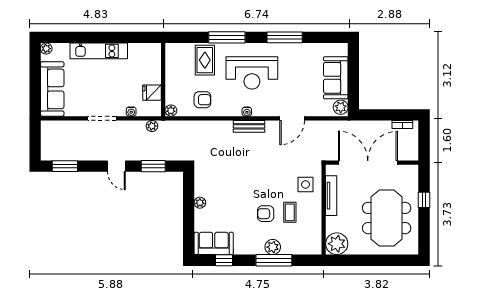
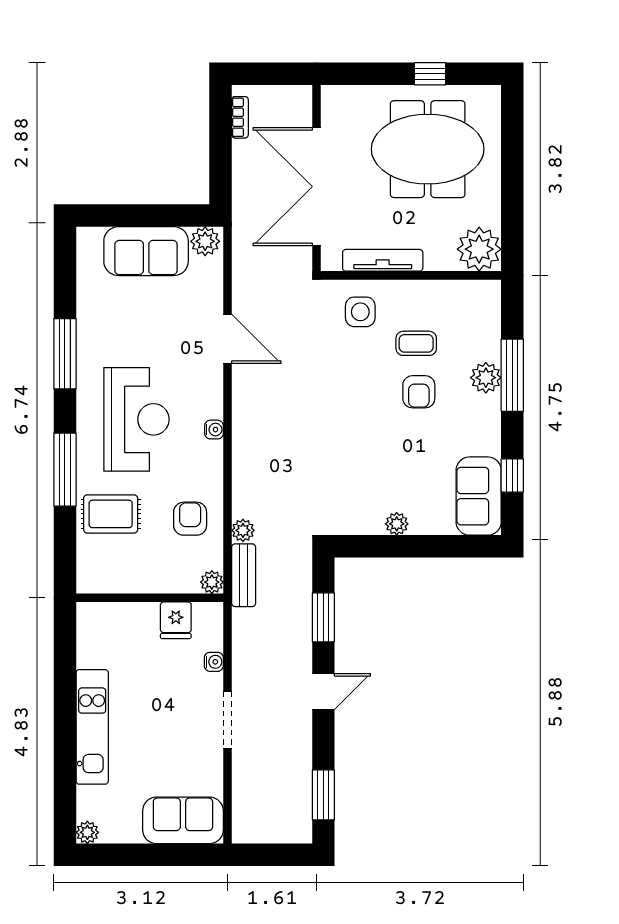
sofa: (52, 89) -> (183, 820), width x0.73
plant: (152, 126) -> (243, 530), moved
bench: (249, 126) -> (244, 575), moved
window: (424, 200) -> (430, 74), moved

